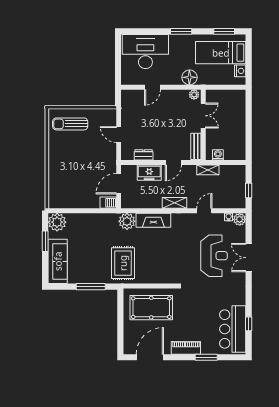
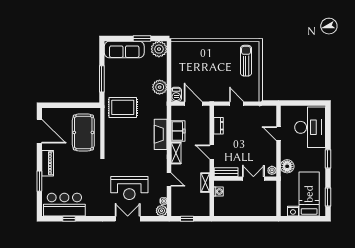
double door: (203, 116) -> (253, 179), swing flipped
door: (119, 135) -> (237, 104), hinge flipped
freezer: (149, 173) -> (178, 131), moved, turned 180
plant: (127, 221) -> (160, 87), moved

